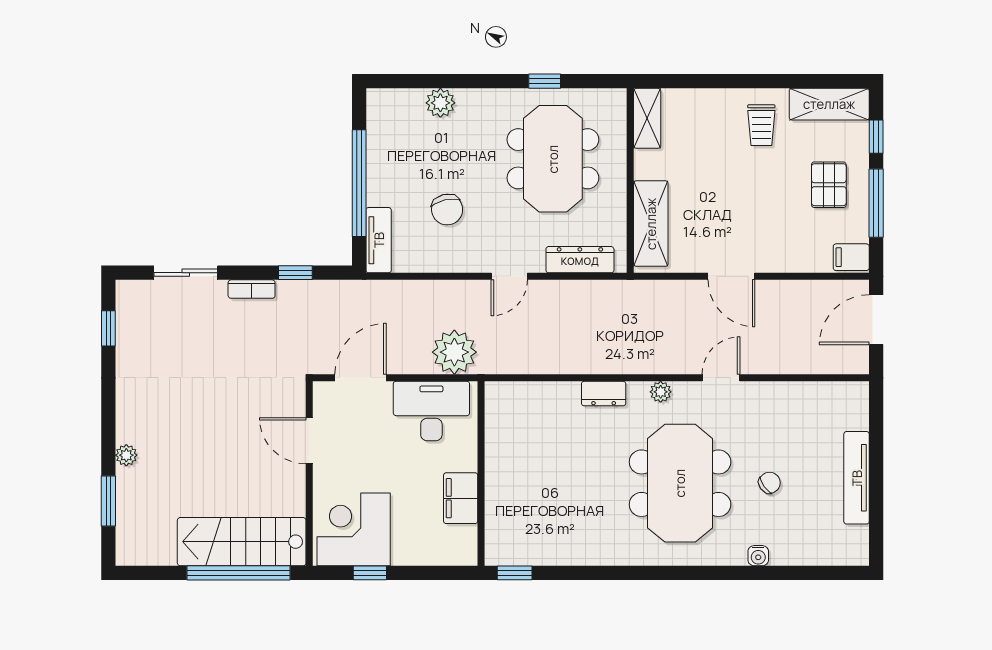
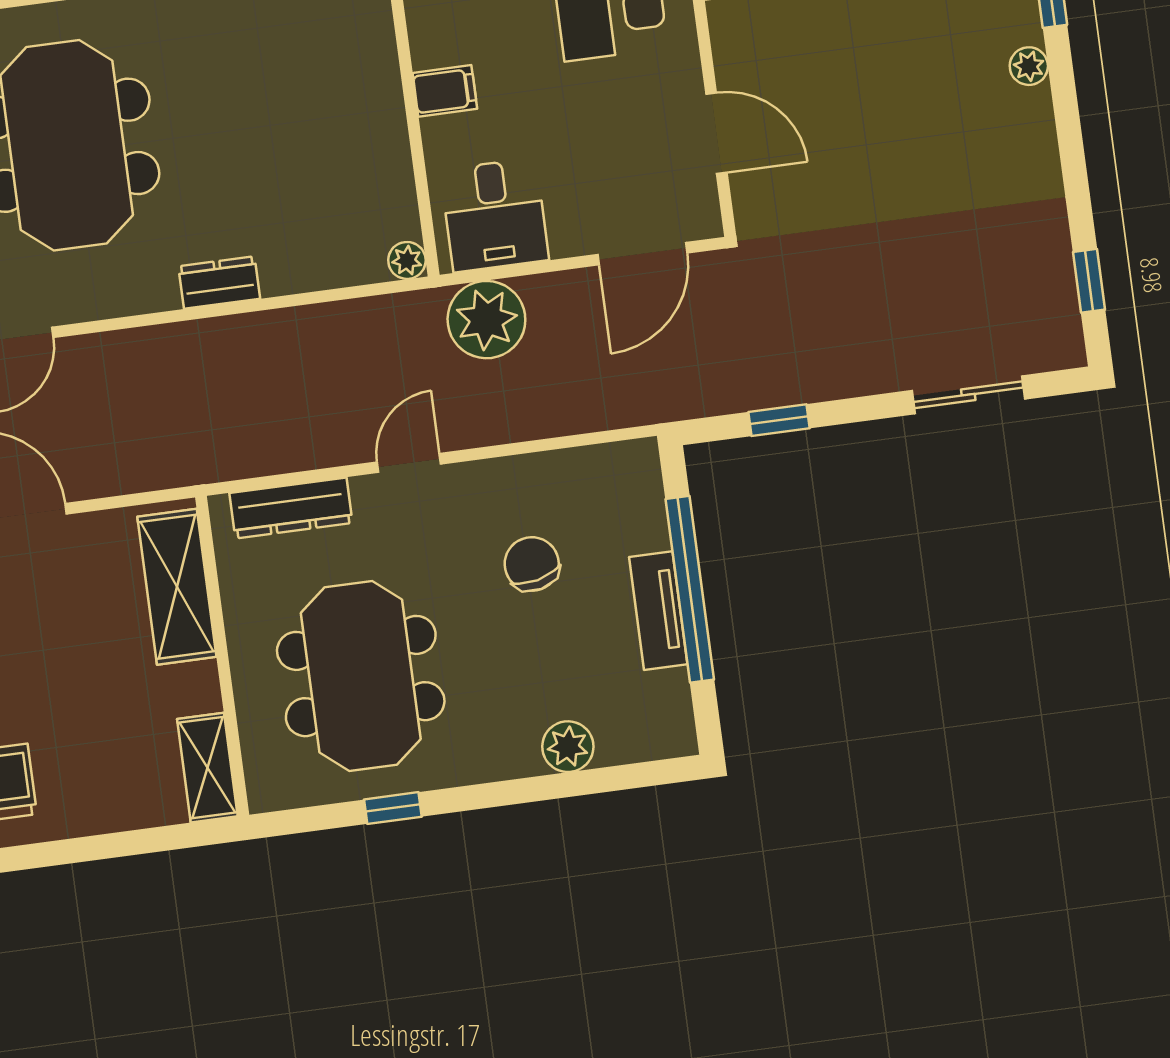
tv unit: (379, 240) -> (658, 611), moved
bookcase: (252, 289) -> (851, 382), removed
plant: (661, 392) -> (407, 260), moved
desk: (431, 411) -> (495, 215), width x0.73
filing cabinet: (461, 498) -> (445, 91), width x0.50

